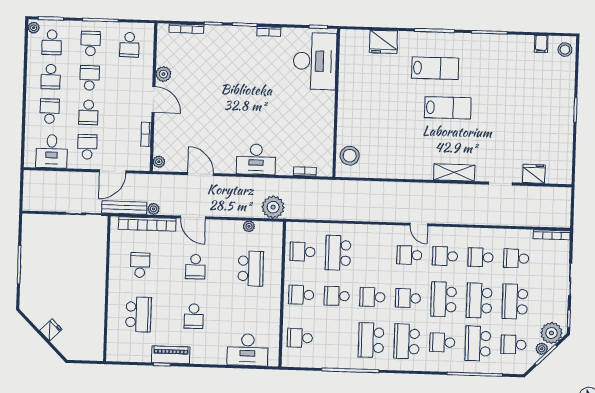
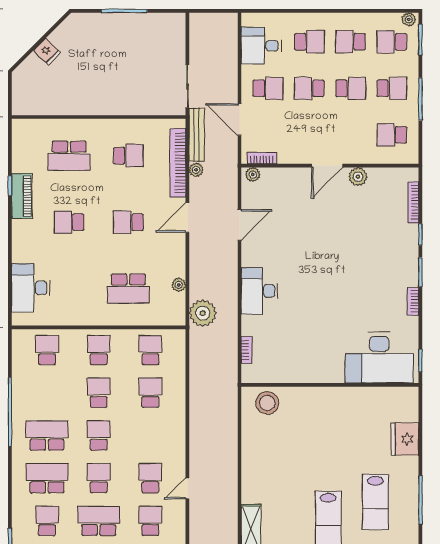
bookcase: (146, 134) -> (262, 158), moved
school desk: (338, 253) -> (150, 393), width x0.54

